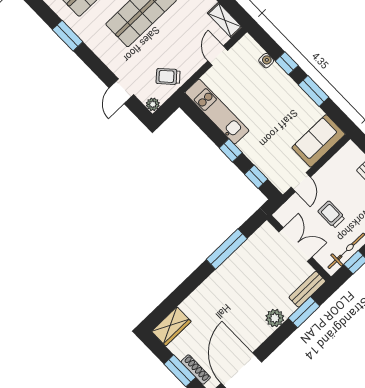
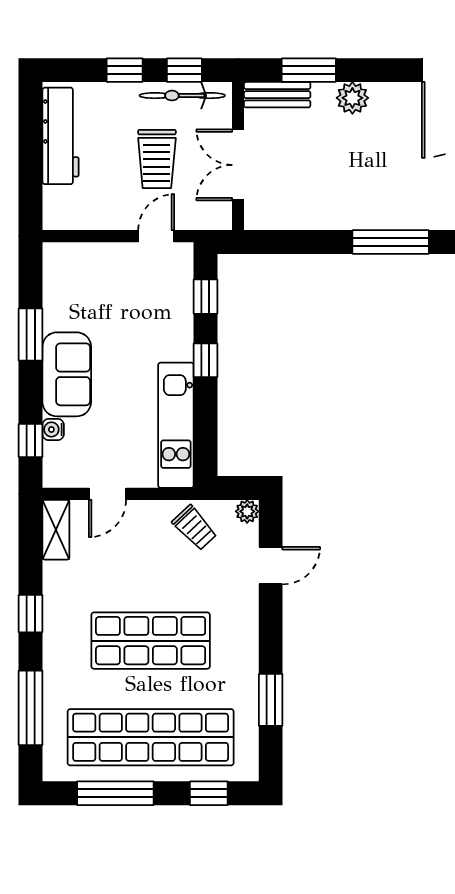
window: (287, 63) -> (31, 440), moved
sofa: (318, 141) -> (67, 374), moved, turned -90
trolley: (331, 214) -> (157, 159), width x1.36, depth x1.39
window: (227, 249) -> (391, 242), moved

